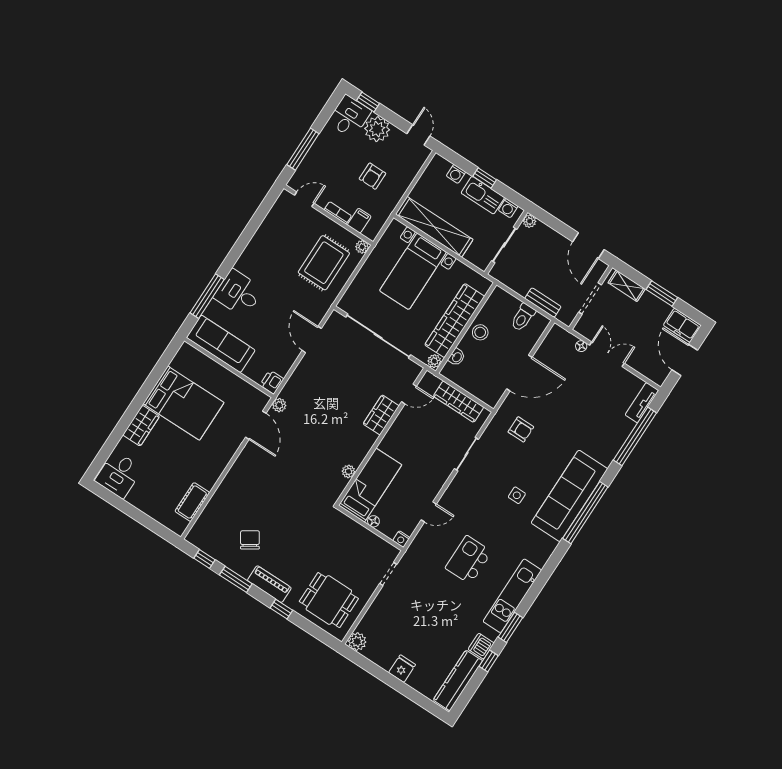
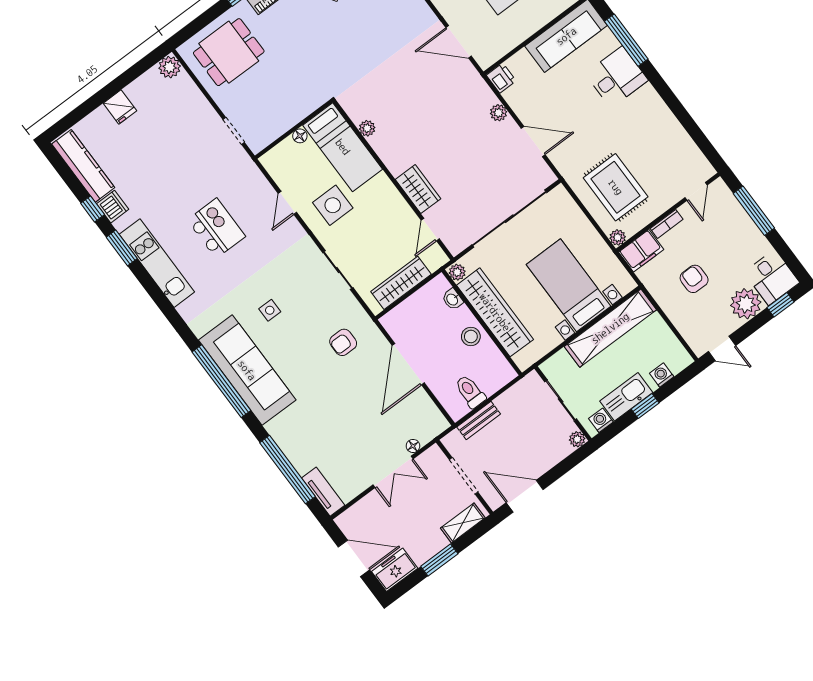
filing cabinet: (359, 221) -> (641, 251), width x2.00
plant: (279, 405) -> (499, 113), moved
side table: (418, 476) -> (333, 205), added
nightstand: (401, 539) -> (268, 160), removed

